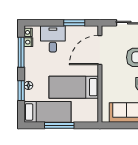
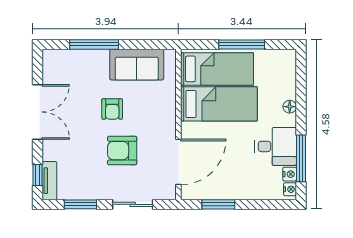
desk: (53, 39) -> (276, 146), moved, turned -90
window: (21, 91) -> (301, 99), removed
bed: (47, 112) -> (217, 69), moved, turned 180

